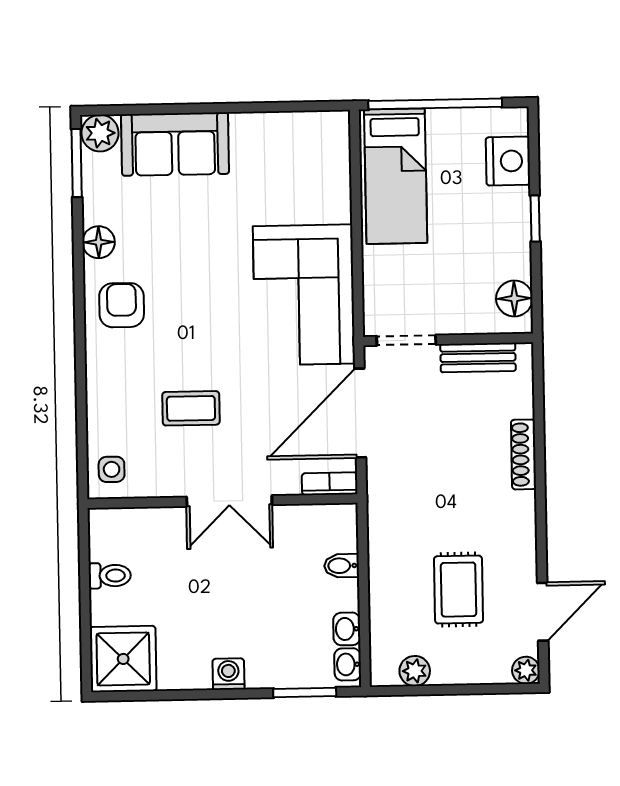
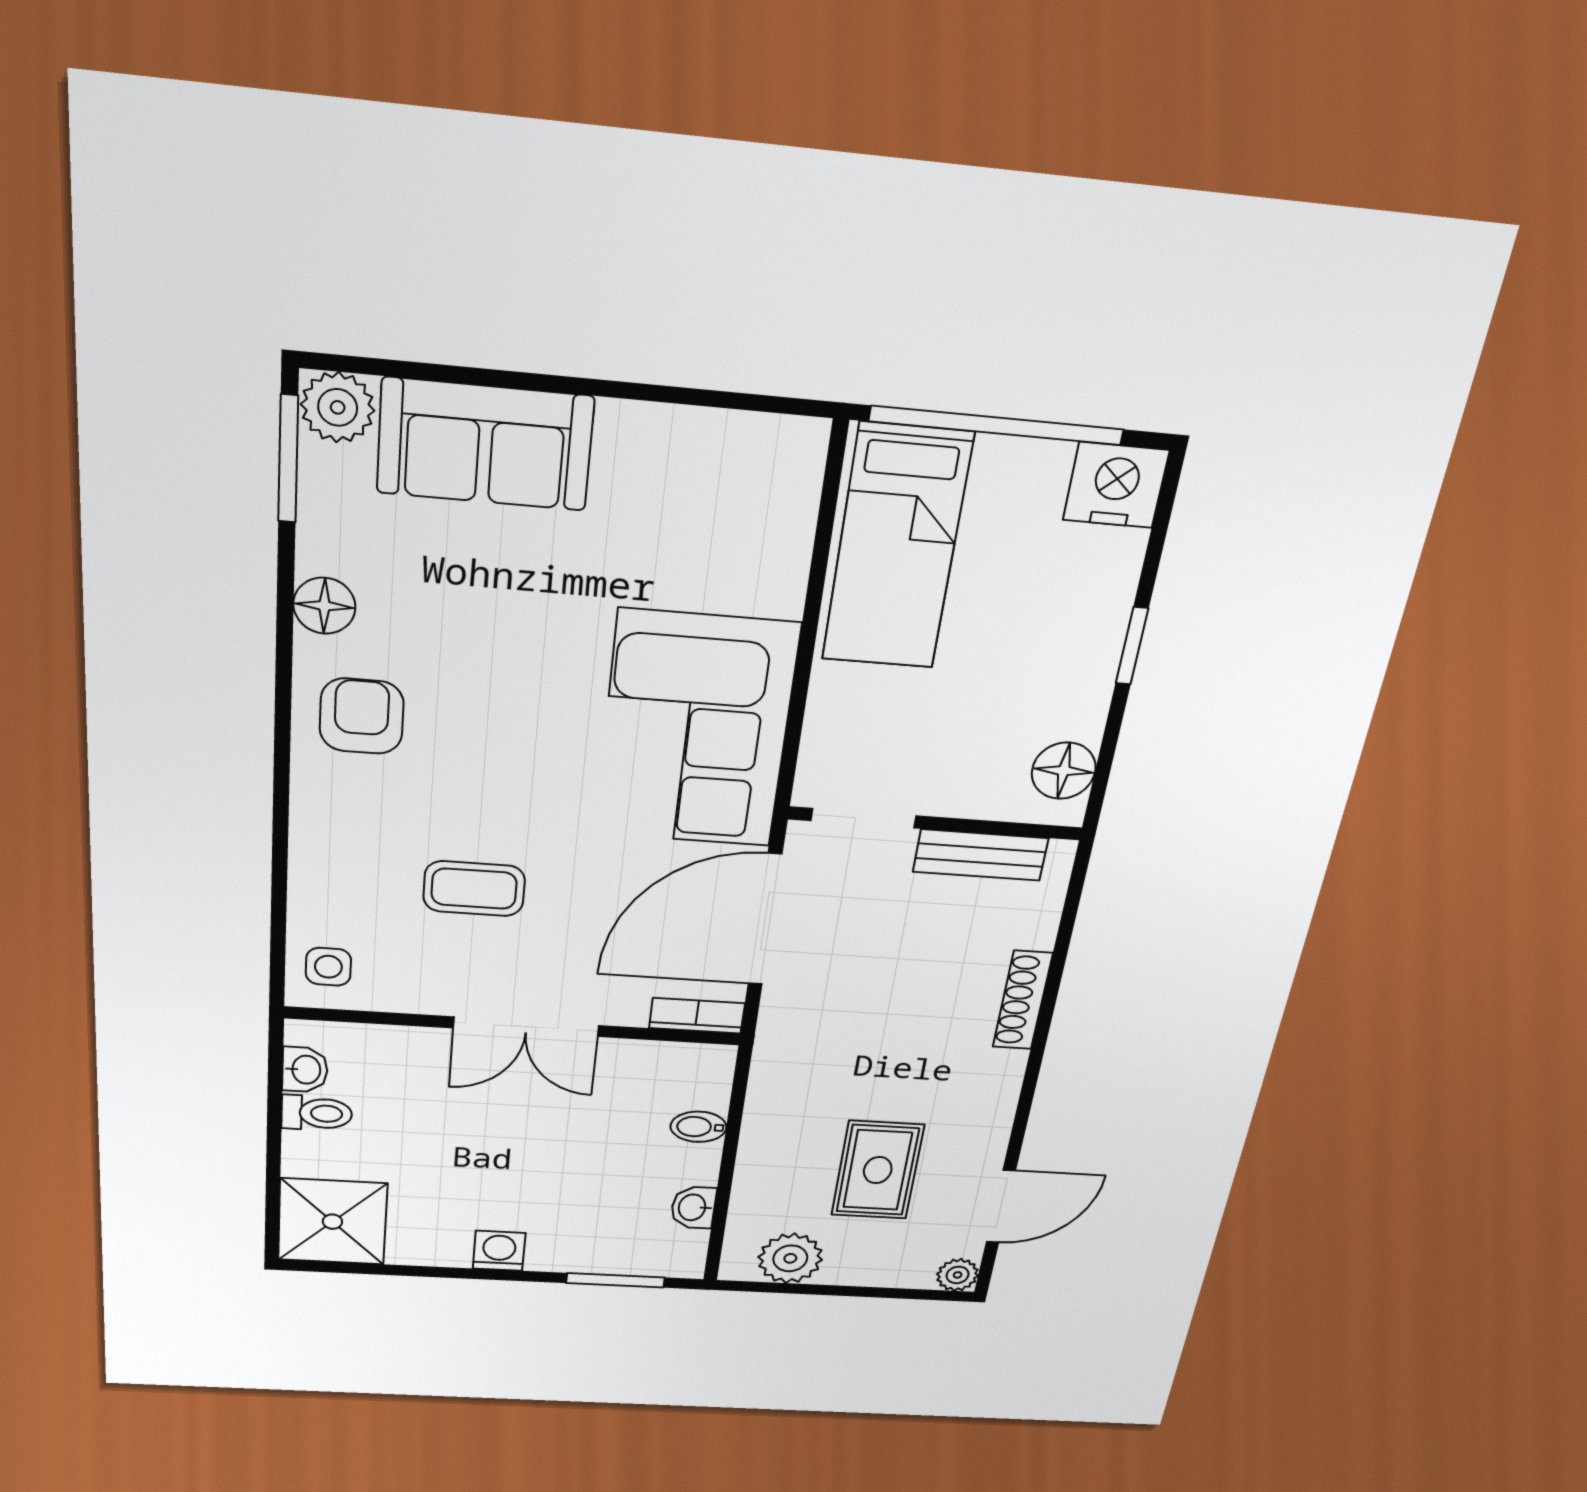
nightstand: (508, 161) -> (1116, 485), moved, turned -90
washbasin: (348, 664) -> (305, 1070), moved, turned 180
plant: (415, 671) -> (790, 1258), width x1.38, depth x1.38

